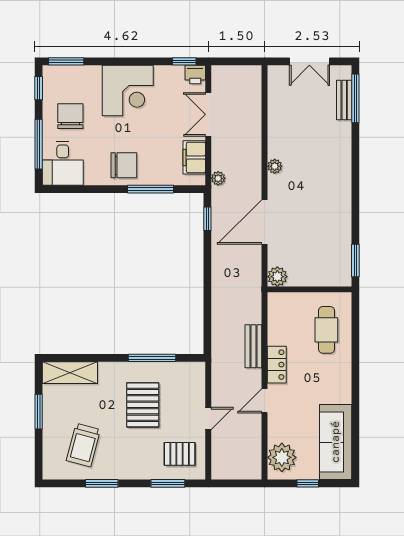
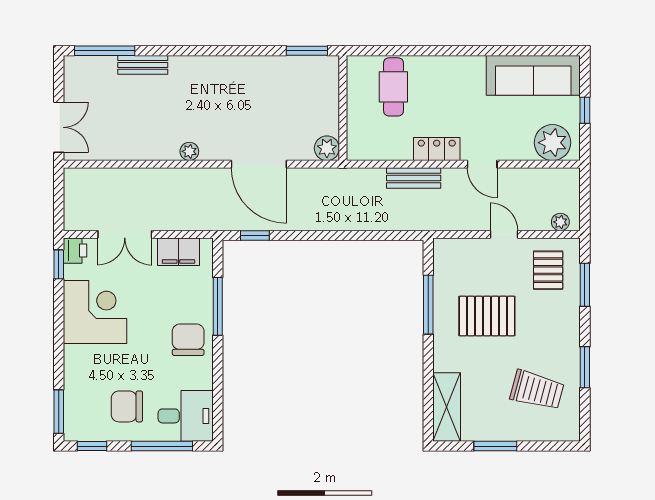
double door: (309, 61) -> (59, 127), moved
corner desk: (128, 91) -> (95, 312), moved
bench: (344, 100) -> (143, 65), moved
plant: (218, 178) -> (560, 222), moved
cafe table: (326, 330) -> (393, 87), turned 90

